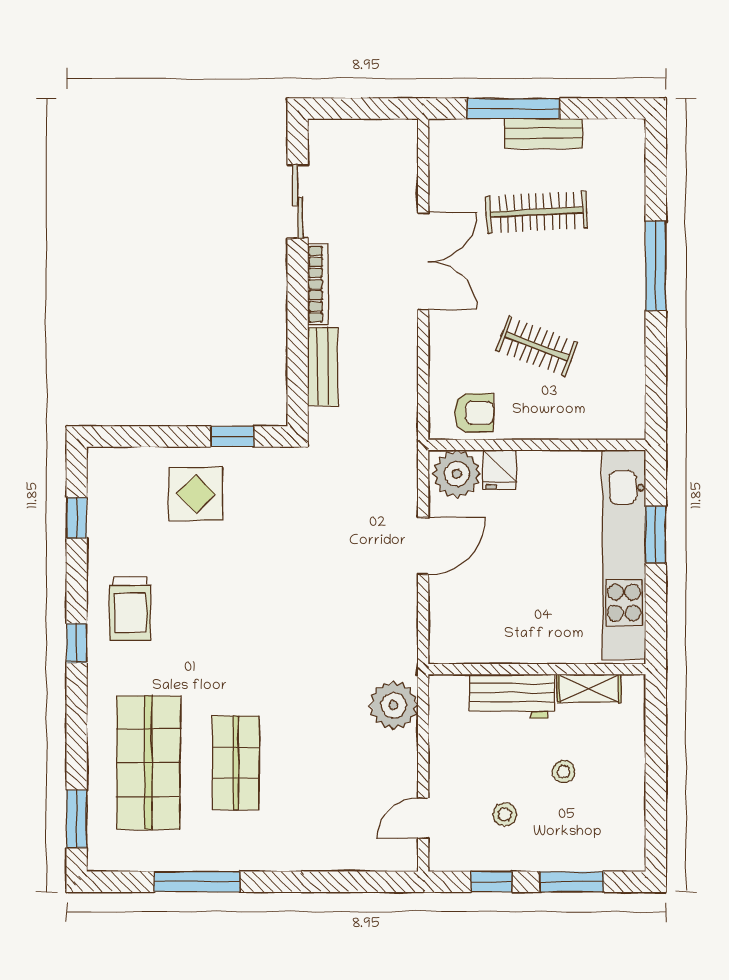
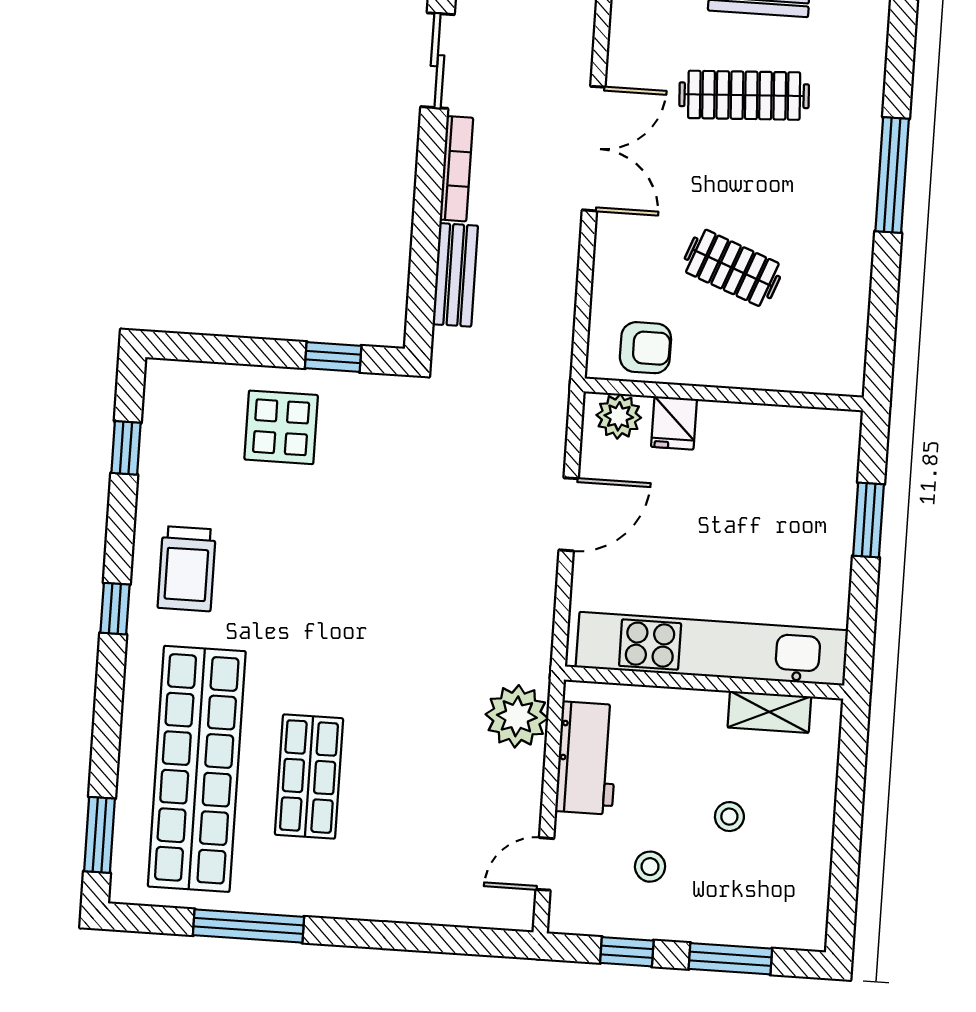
plant: (457, 474) -> (619, 416), width x0.73, depth x0.73
kitchen unit: (624, 554) -> (712, 649), moved, turned 90
workbench: (512, 696) -> (587, 758), moved, turned -90
shop shelf: (148, 763) -> (197, 769), width x1.40

